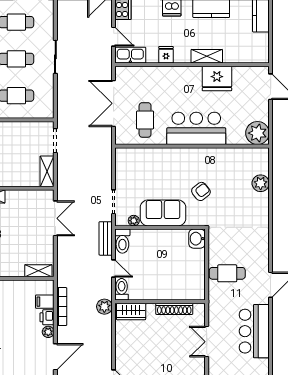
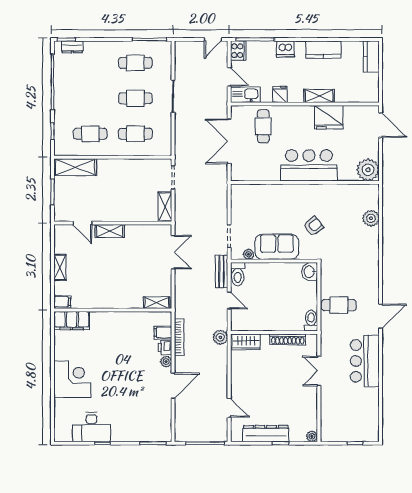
cafe table: (145, 120) -> (263, 126), moved
toilet: (122, 289) -> (311, 321), moved

